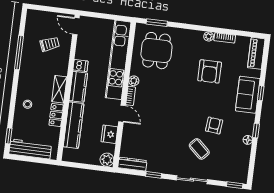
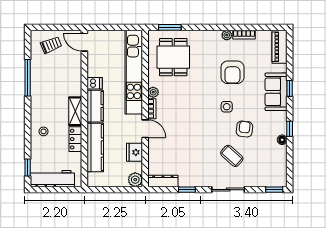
trolley: (50, 44) -> (51, 45), moved
side table: (200, 103) -> (227, 107), added

